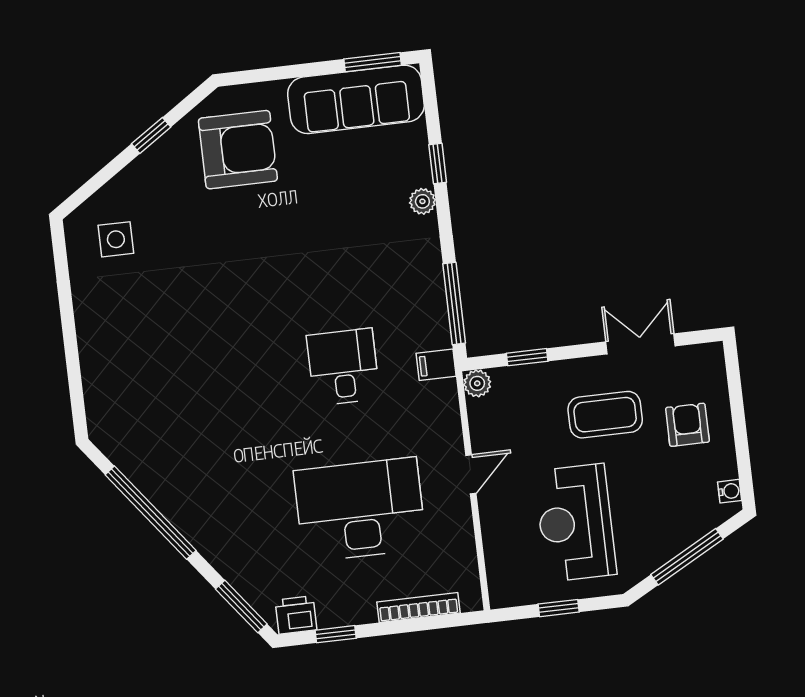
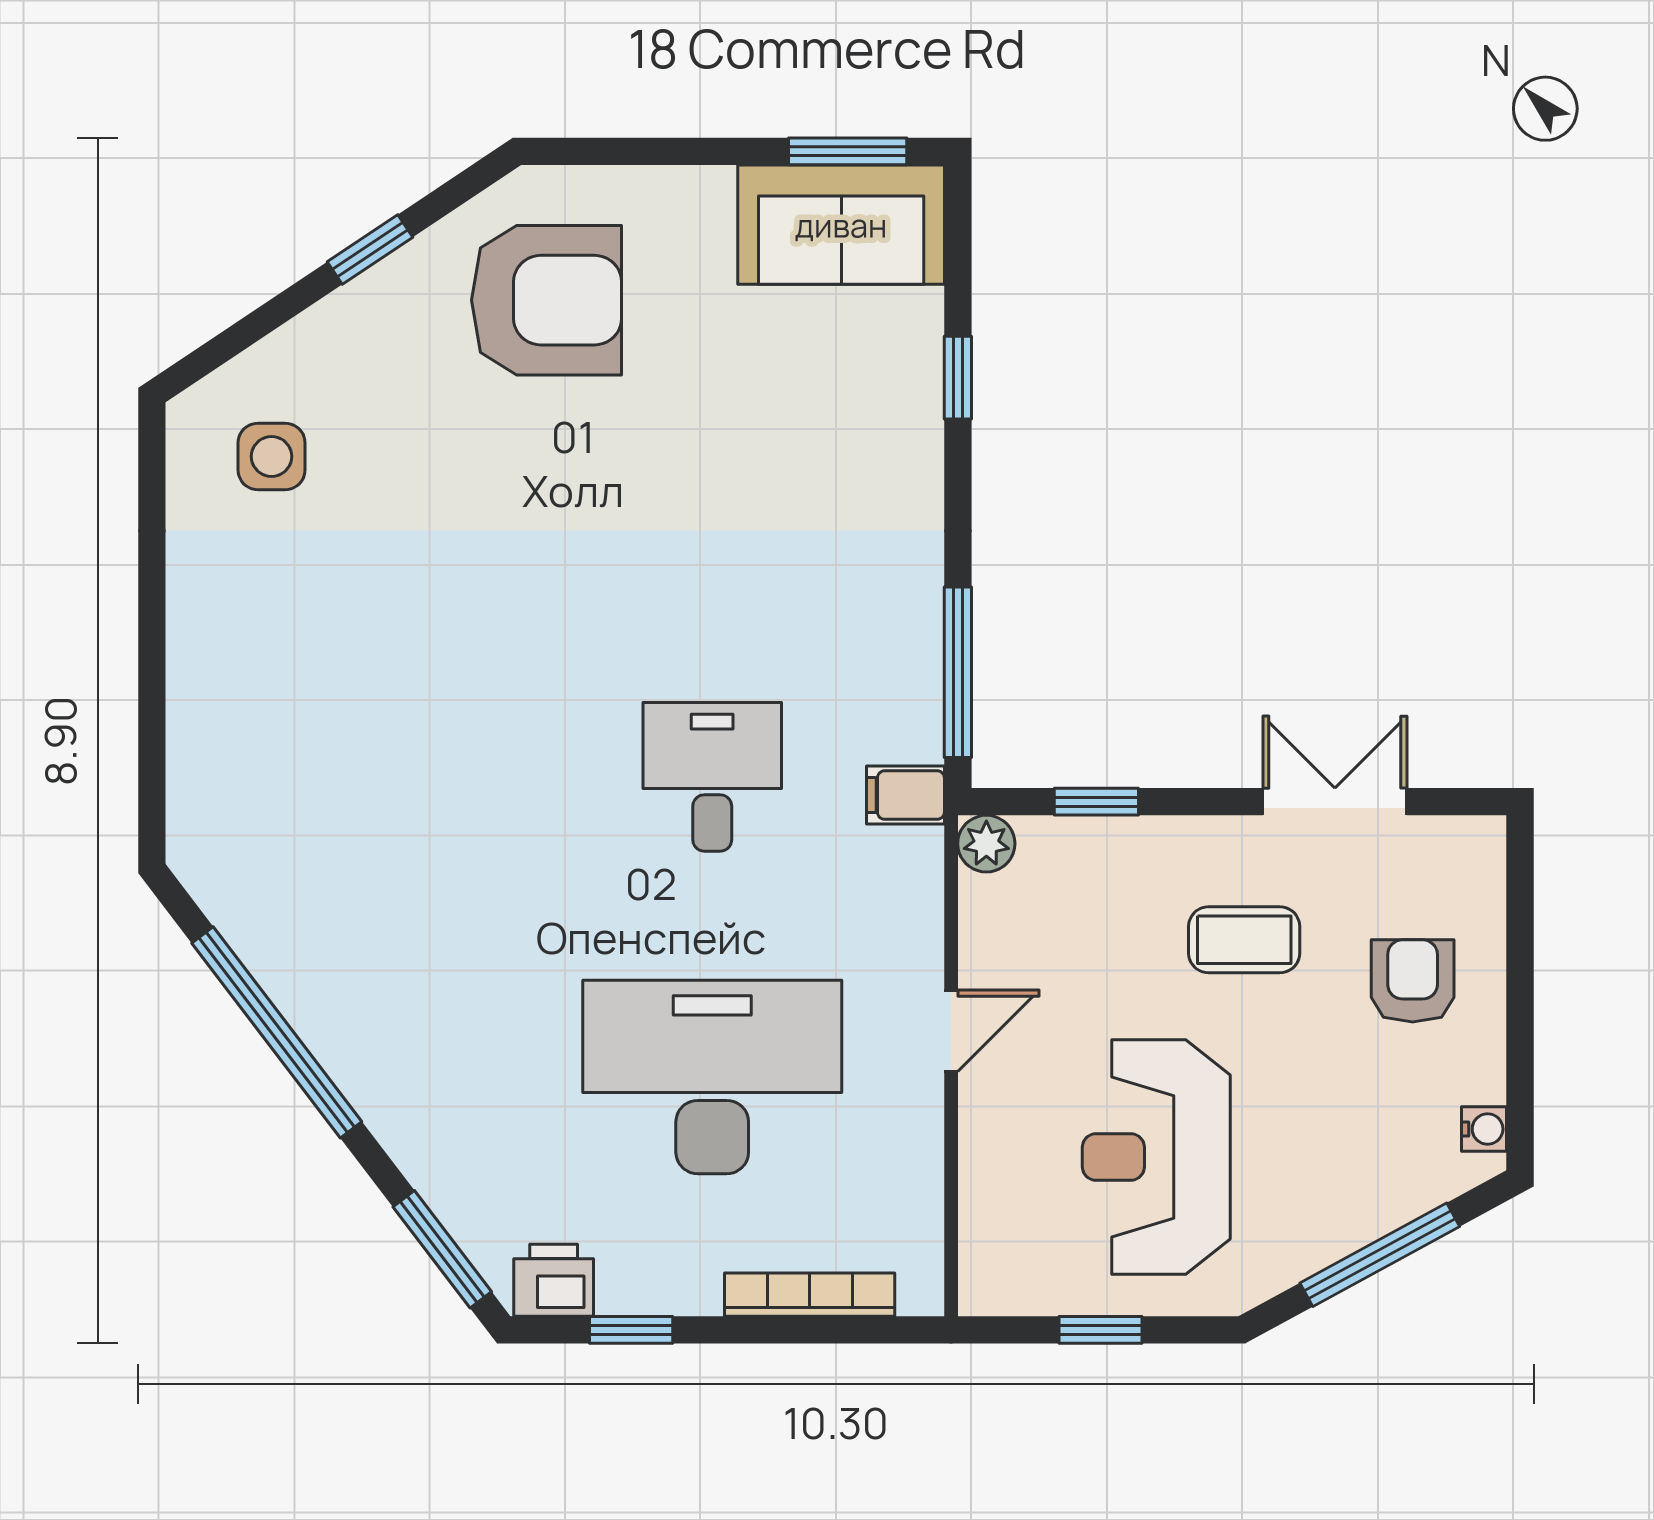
sofa: (356, 99) -> (841, 225), width x0.73
plant: (422, 201) -> (917, 453), removed
coffee table: (605, 415) -> (1244, 940), width x0.73, depth x0.77

